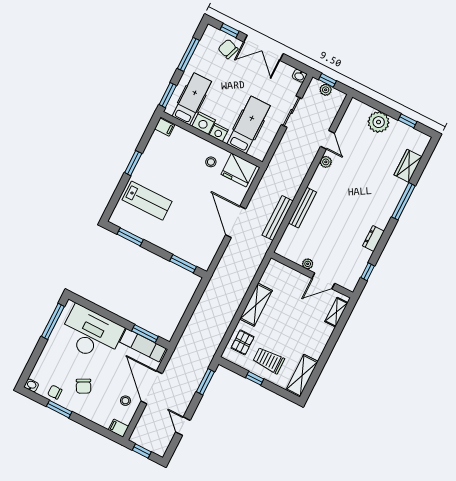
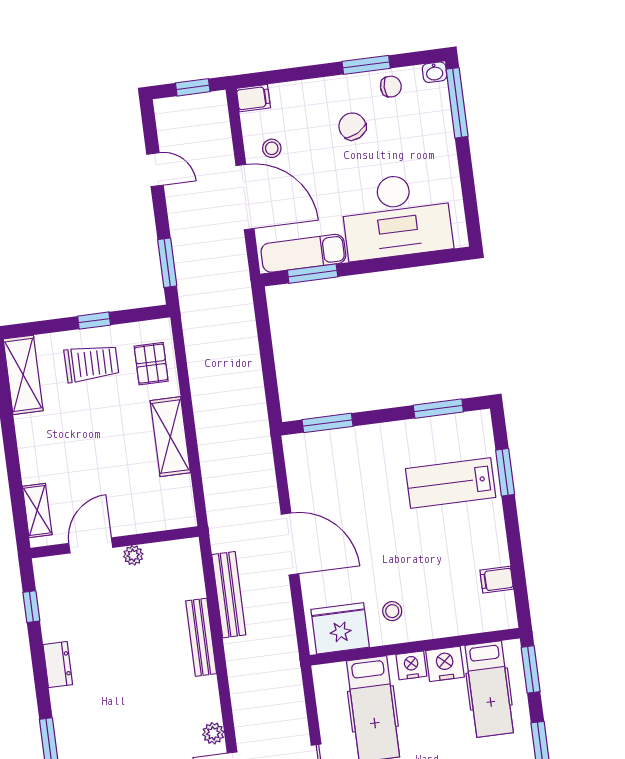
filing cabinet: (165, 127) -> (497, 580), moved
window: (133, 163) -> (505, 472), moved
window: (53, 321) -> (457, 103), moved

